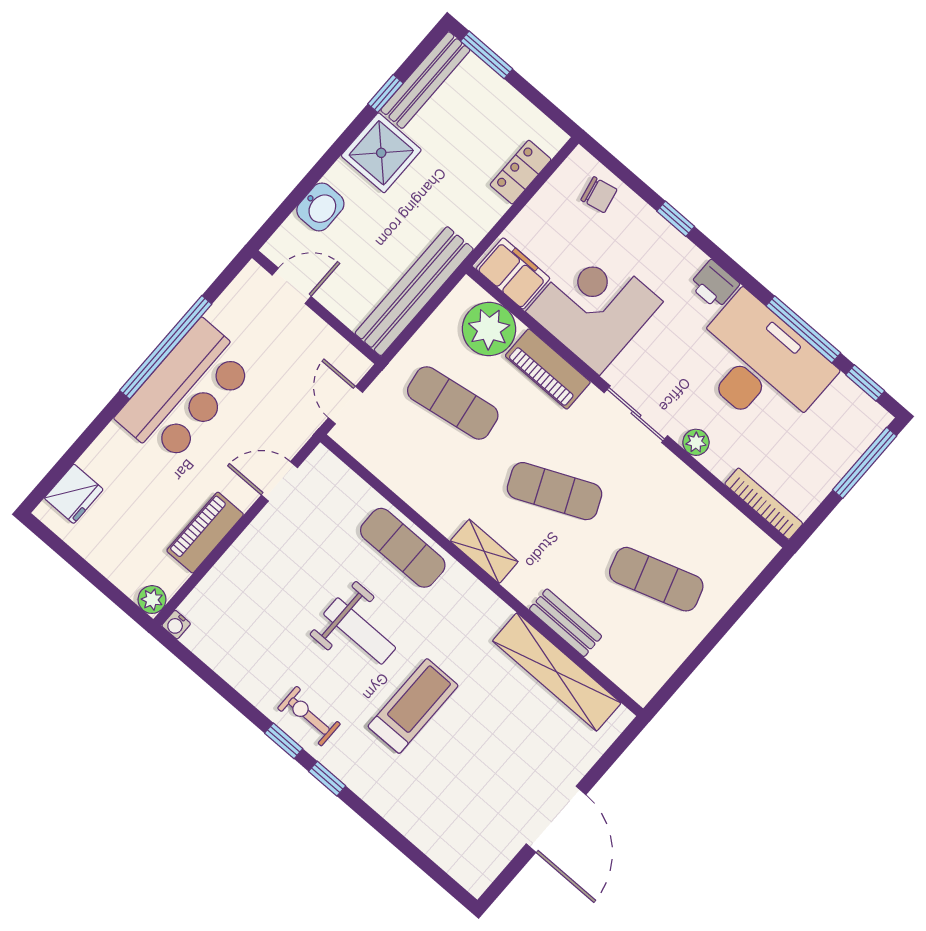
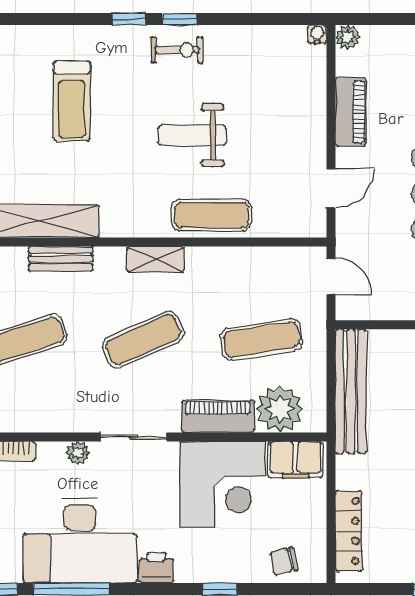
locker: (521, 172) -> (349, 531), width x1.53
treadmill: (413, 706) -> (72, 101), moved

